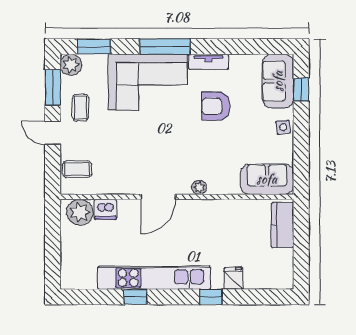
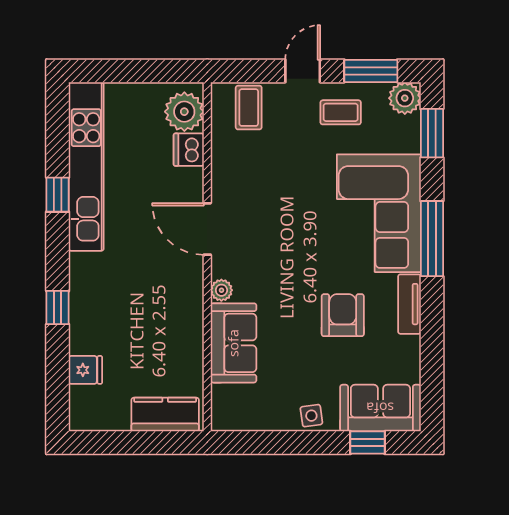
sofa: (267, 179) -> (233, 343), moved
kitchen unit: (154, 278) -> (86, 166), moved
fridge: (233, 278) -> (85, 370), moved

